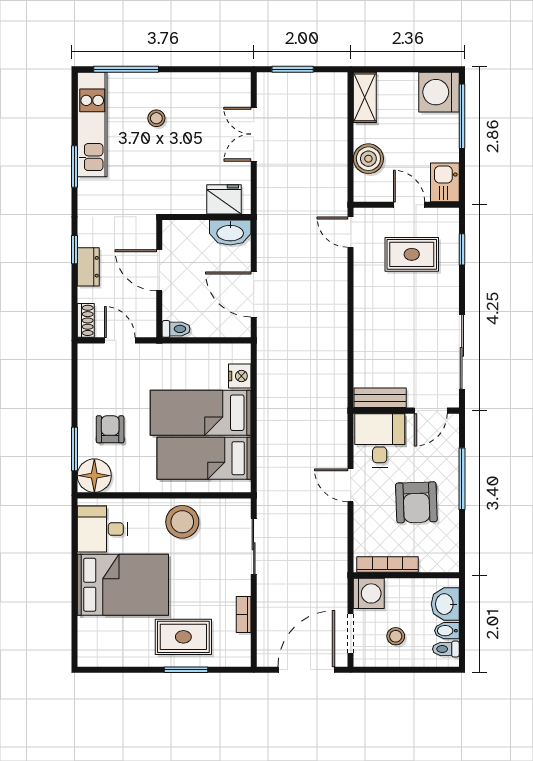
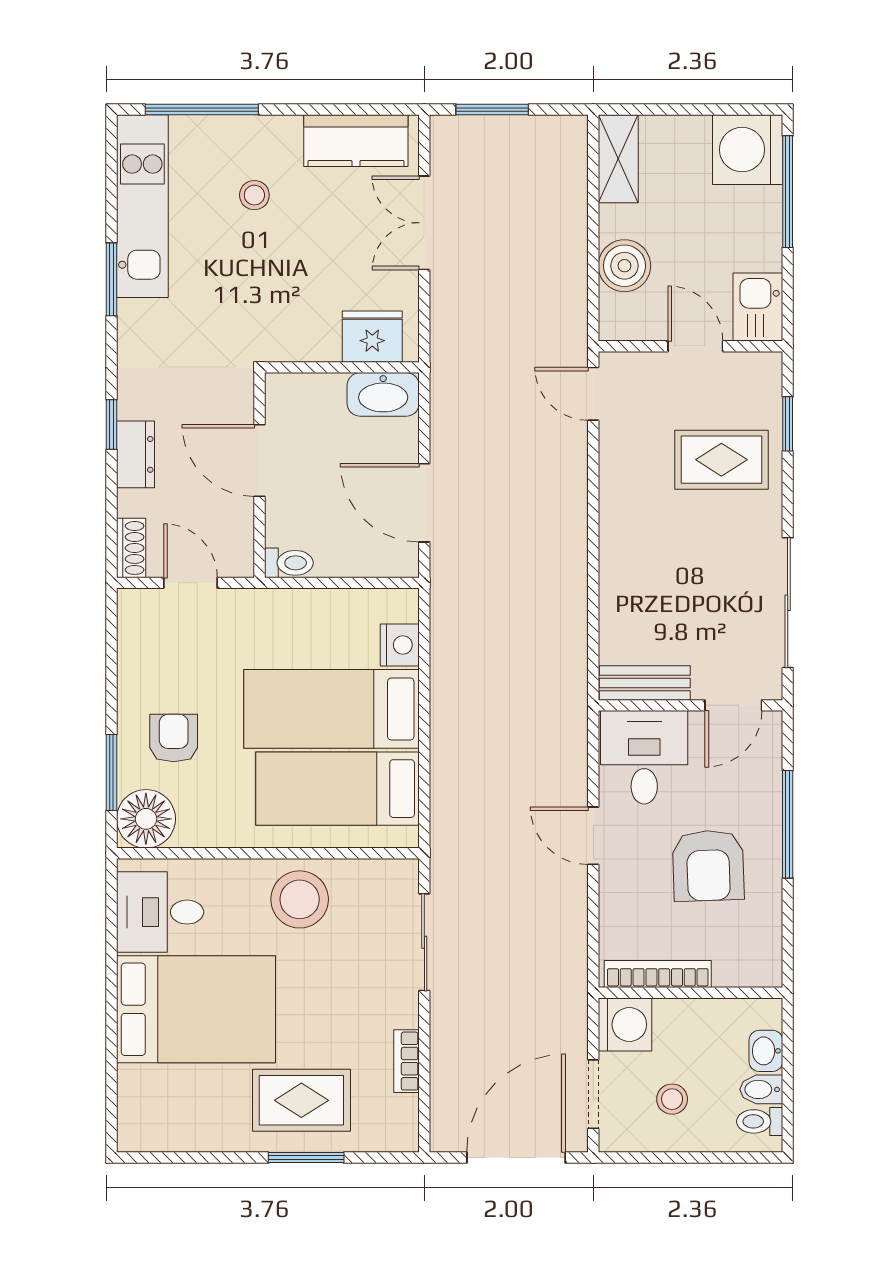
kitchen counter: (215, 87) -> (356, 141), added
rug: (412, 254) -> (721, 460), moved
washbasin: (445, 604) -> (766, 1051), width x0.72, depth x0.69

